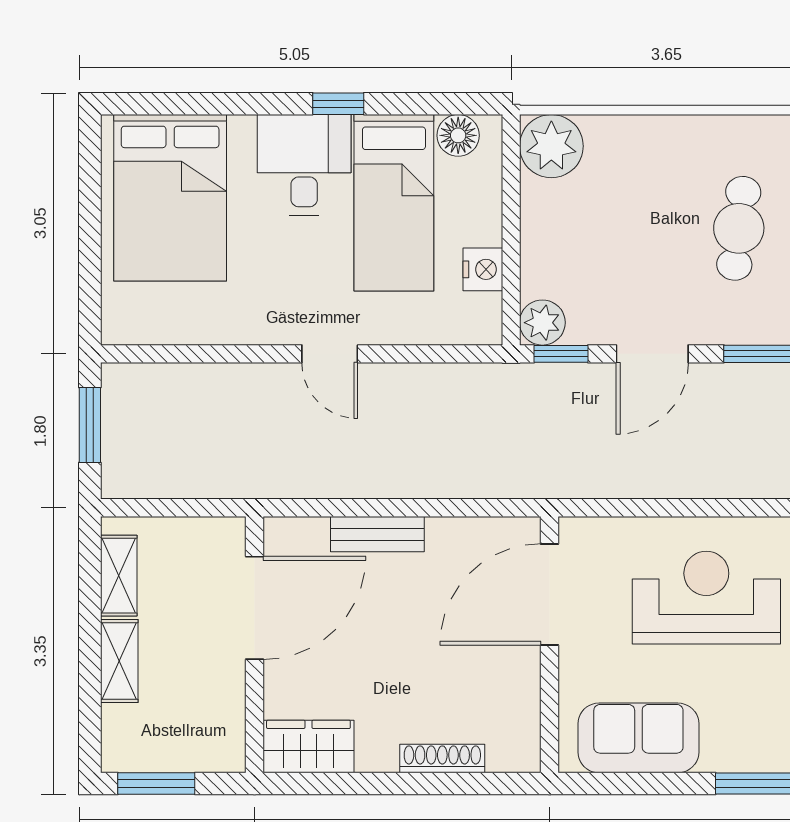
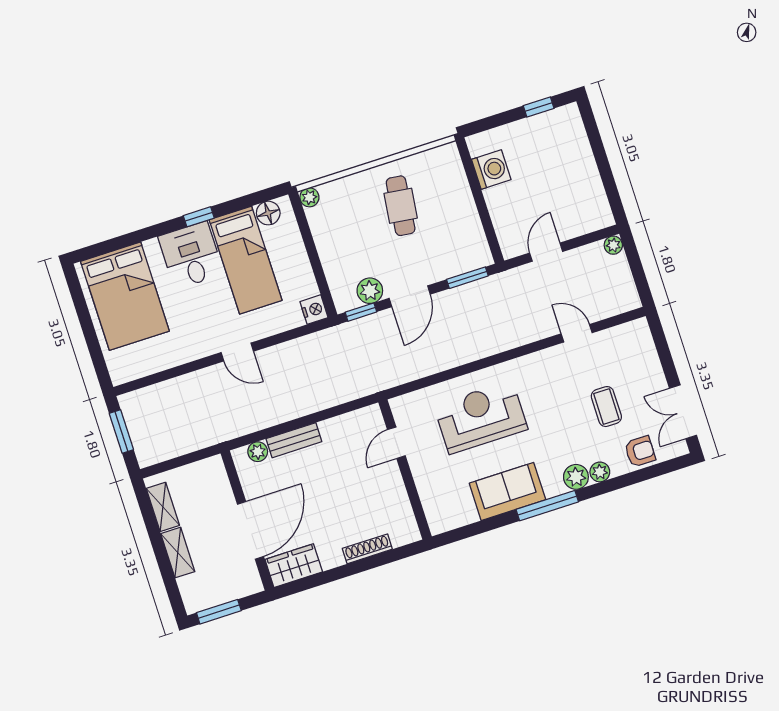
plant: (551, 146) -> (309, 197), width x0.53, depth x0.53
cafe table: (739, 228) -> (401, 206), moved
nightstand: (483, 269) -> (314, 310), moved
plant: (542, 323) -> (370, 291), moved
plant: (310, 534) -> (258, 452), added
door: (550, 594) -> (396, 443), width x0.53
door: (255, 608) -> (250, 530), moved
sofa: (638, 738) -> (507, 491), moved

